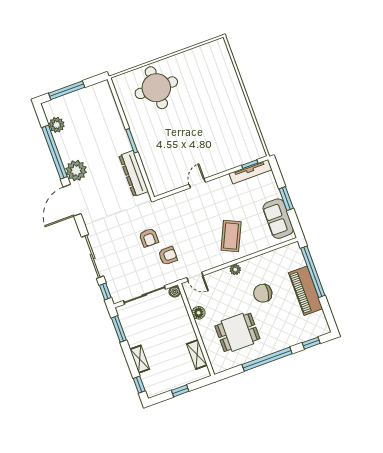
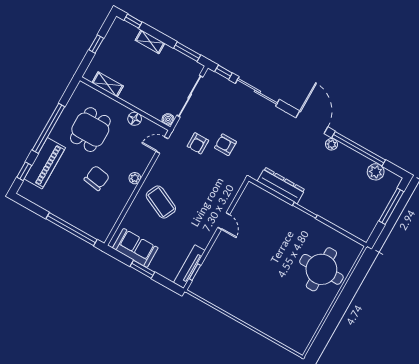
plant: (76, 171) -> (332, 144), width x0.53, depth x0.53
piano: (306, 291) -> (45, 163), moved, turned 90

